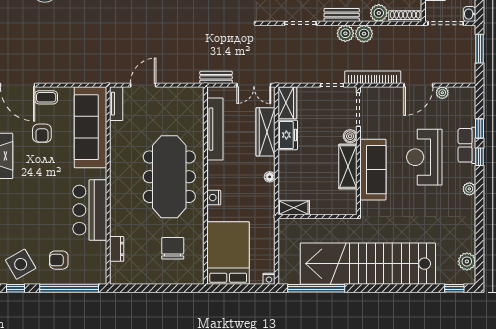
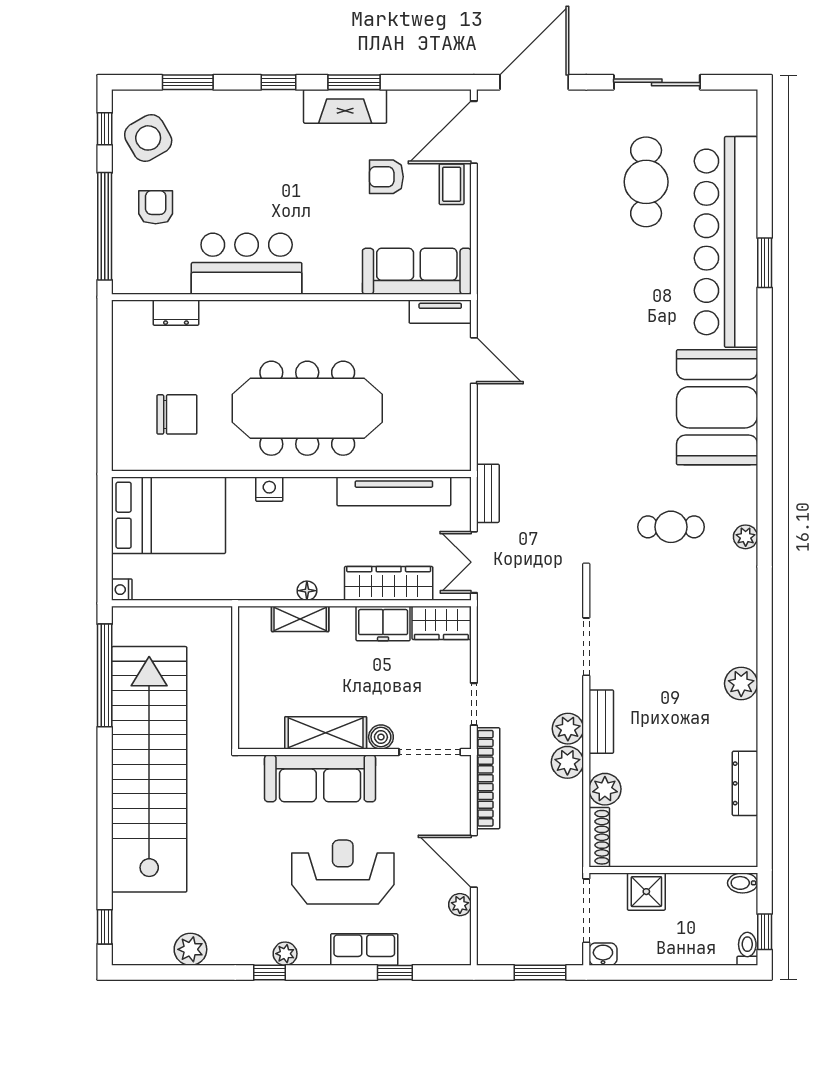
sofa: (90, 127) -> (417, 271), width x0.74, depth x0.79
window: (480, 157) -> (270, 972), moved
shelving: (294, 208) -> (300, 619), moved, turned 90
plant: (467, 261) -> (190, 949), moved

